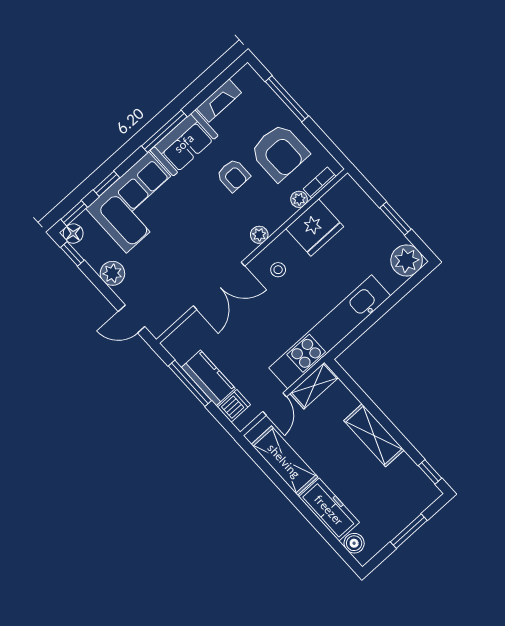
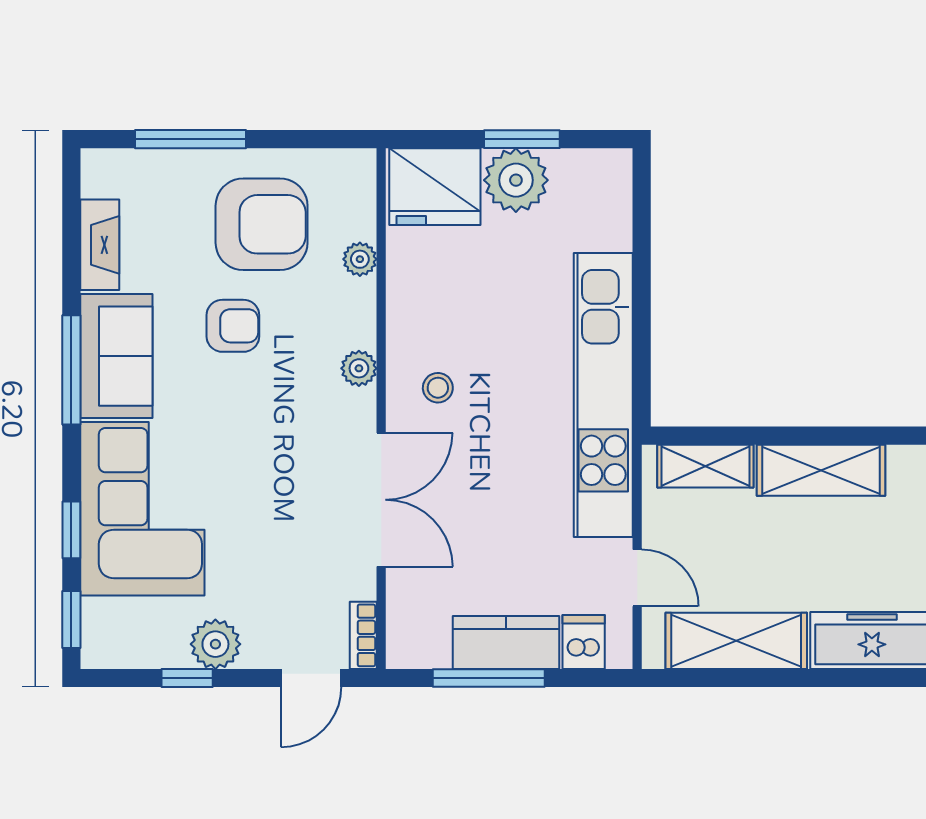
bookcase: (320, 183) -> (363, 635), moved
fridge: (315, 228) -> (435, 187), moved, turned 90
floor lamp: (73, 234) -> (101, 649), removed
window: (72, 254) -> (187, 678), moved
plant: (407, 260) -> (516, 180), moved
shelving: (314, 386) -> (705, 466), moved, turned 90

